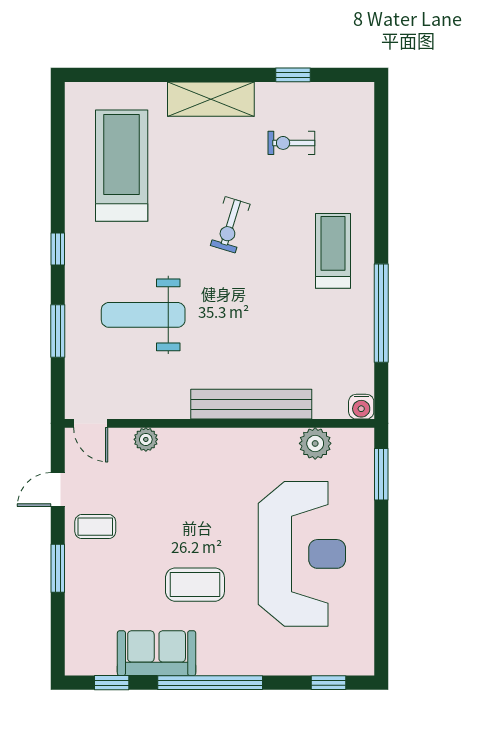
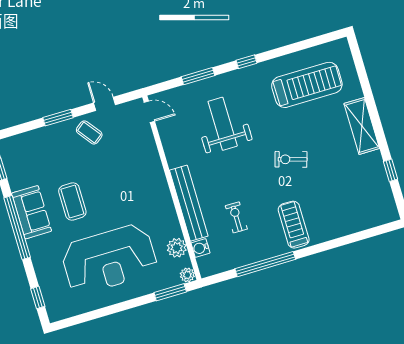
exercise bike: (291, 143) -> (236, 217), moved
treadmill: (333, 251) -> (294, 225), turned -90
water cooler: (361, 407) -> (200, 248), moved
door: (91, 423) -> (149, 112), swing flipped
plant: (146, 439) -> (187, 275), moved
coffee table: (95, 527) -> (89, 132), turned -37
sofa: (157, 653) -> (31, 212), moved

